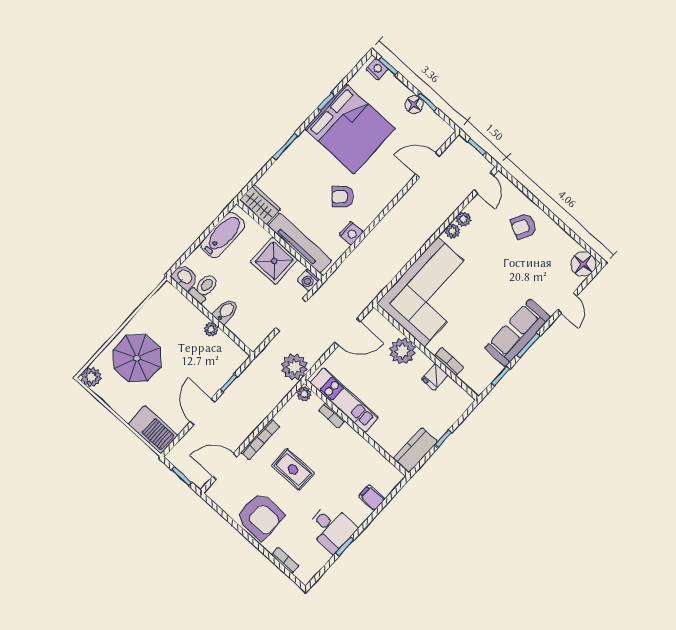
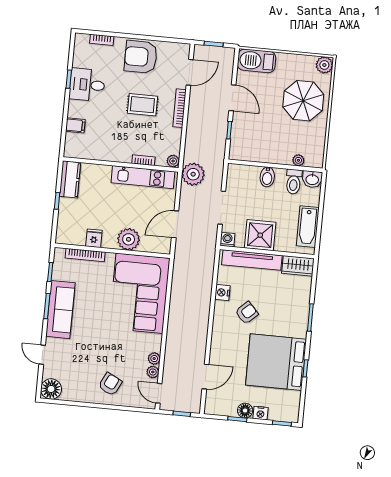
nightstand: (377, 69) -> (261, 413), moved
plant: (453, 231) -> (153, 372), moved
plant: (211, 329) -> (298, 160), moved
bookcase: (449, 362) -> (85, 255), width x1.56

